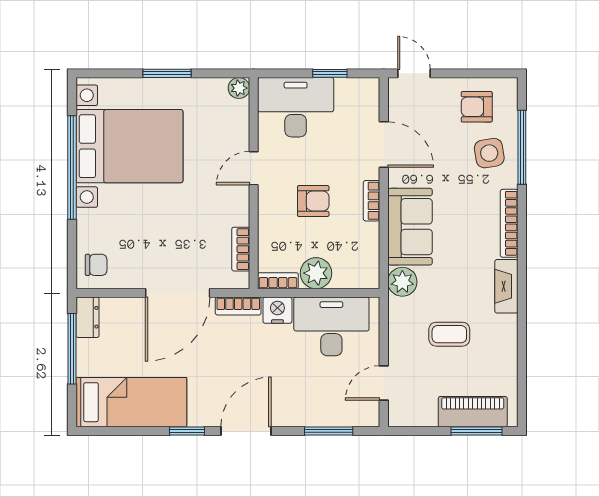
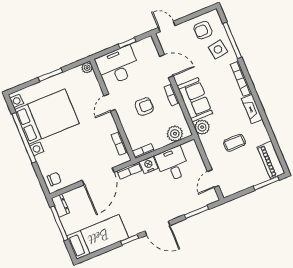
plant: (316, 273) -> (175, 134), moved
desk: (331, 326) -> (173, 164), width x0.73
piano: (473, 412) -> (271, 160), moved, turned -90
door: (246, 431) -> (157, 228), swing flipped

